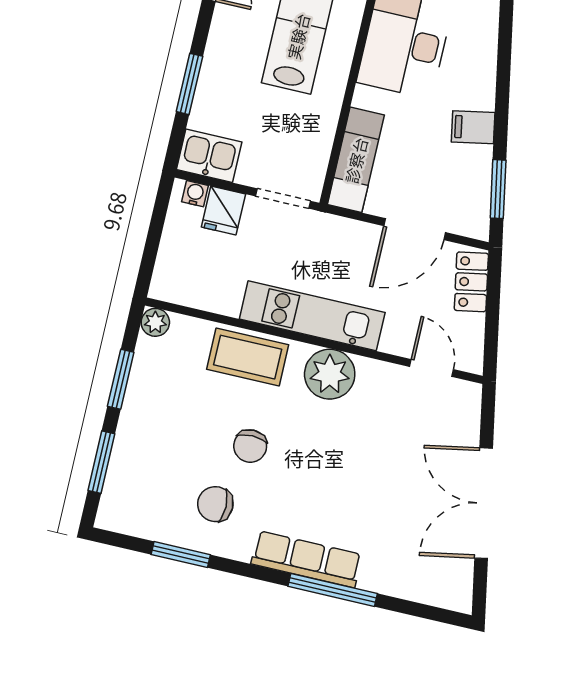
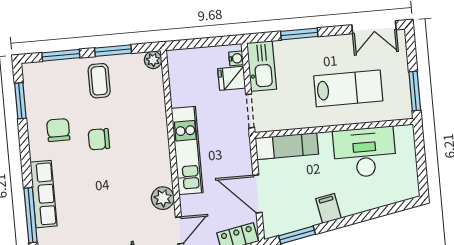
kitchen sink: (209, 156) -> (262, 66), width x1.38
coffee table: (248, 357) -> (99, 81), moved, width x0.73, depth x0.77
plant: (330, 374) -> (163, 198), moved, width x0.73, depth x0.73
window: (181, 555) -> (20, 101), moved

